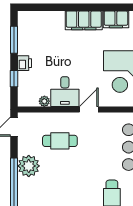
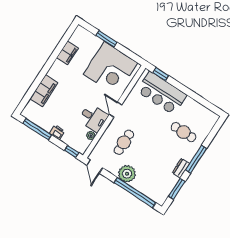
filing cabinet: (84, 20) -> (44, 91), moved
window: (14, 40) -> (37, 129), width x1.44
window: (14, 79) -> (72, 152), moved

